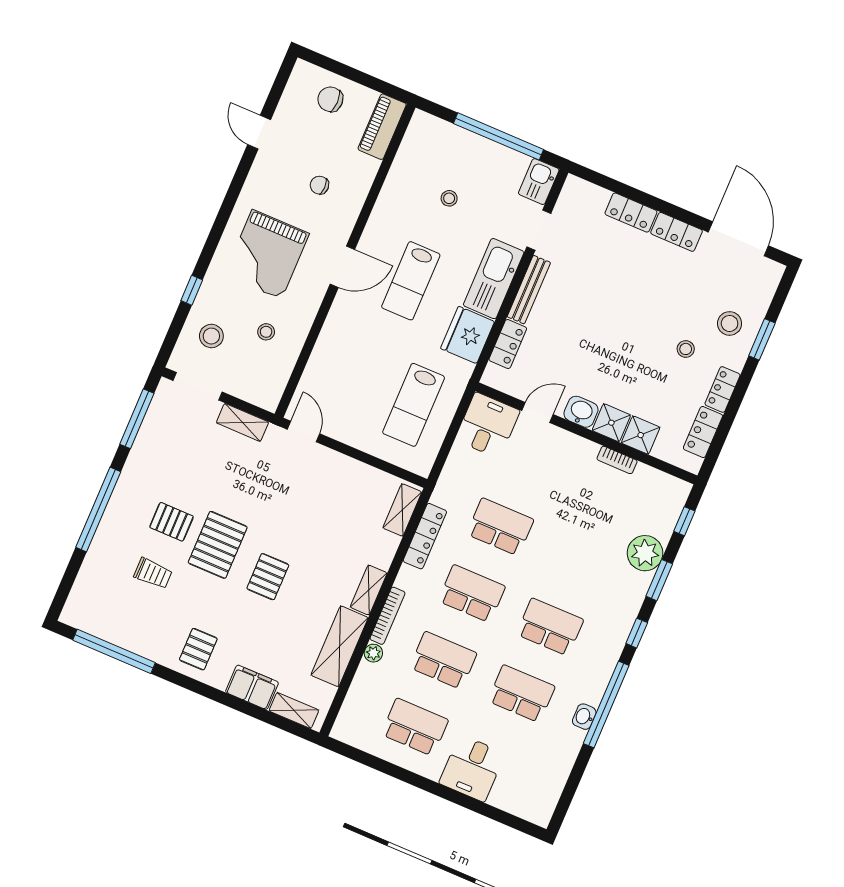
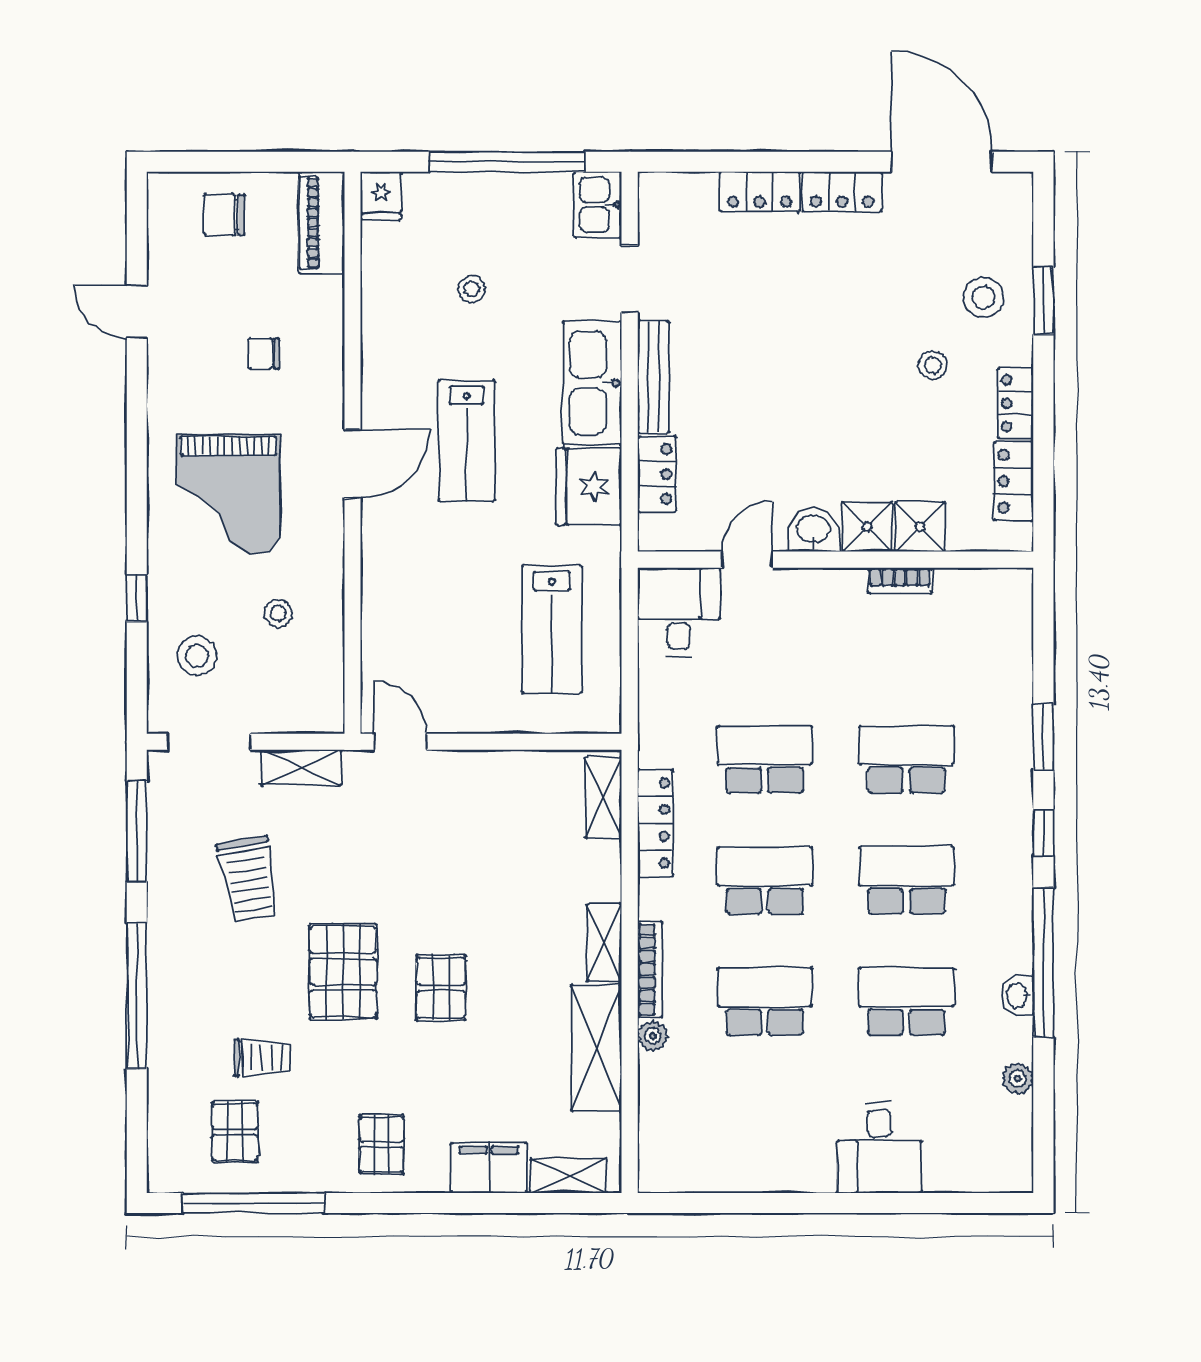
fridge: (421, 126) -> (381, 196), added
trolley: (187, 472) -> (249, 879), added
window: (684, 521) -> (1043, 630), removed
pallet: (172, 522) -> (235, 1132), moved, turned 90
plant: (645, 553) -> (1018, 1079), moved, width x0.53, depth x0.53
school desk: (415, 727) -> (906, 759), moved

